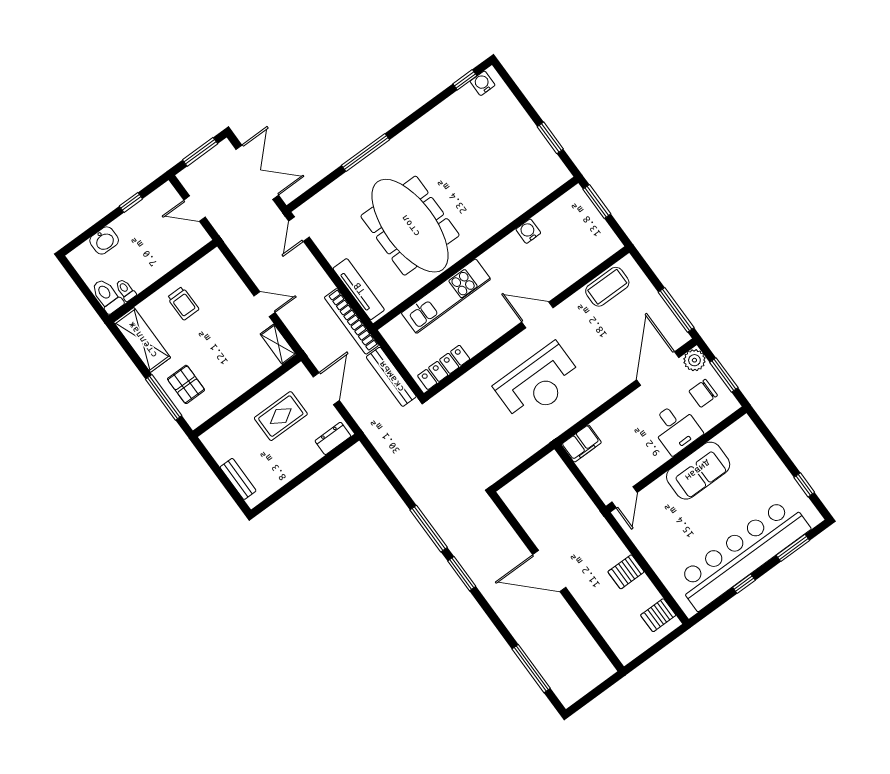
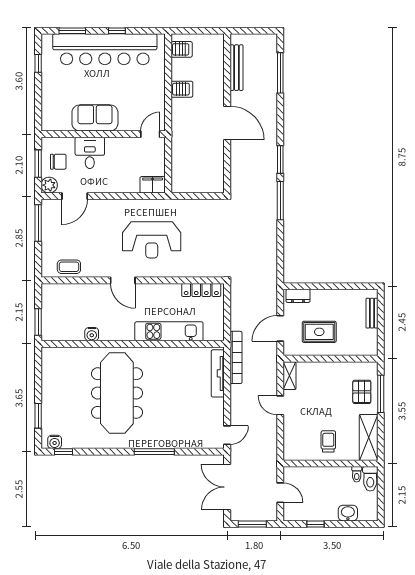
window: (550, 138) -> (38, 416), moved
meeting table: (410, 226) -> (117, 393), moved
coffee table: (607, 287) -> (69, 267), width x0.73, depth x0.77
door: (658, 369) -> (75, 196), width x0.73
bench: (391, 377) -> (236, 68), moved
reception desk: (538, 383) -> (152, 240), turned 180

